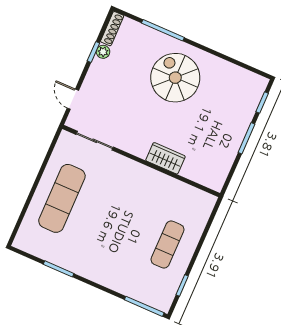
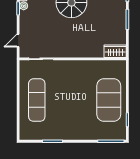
door: (73, 99) -> (18, 41), hinge flipped
wardrobe: (165, 158) -> (115, 51), moved
exercise mat: (168, 245) -> (109, 100), width x2.00, depth x1.45

